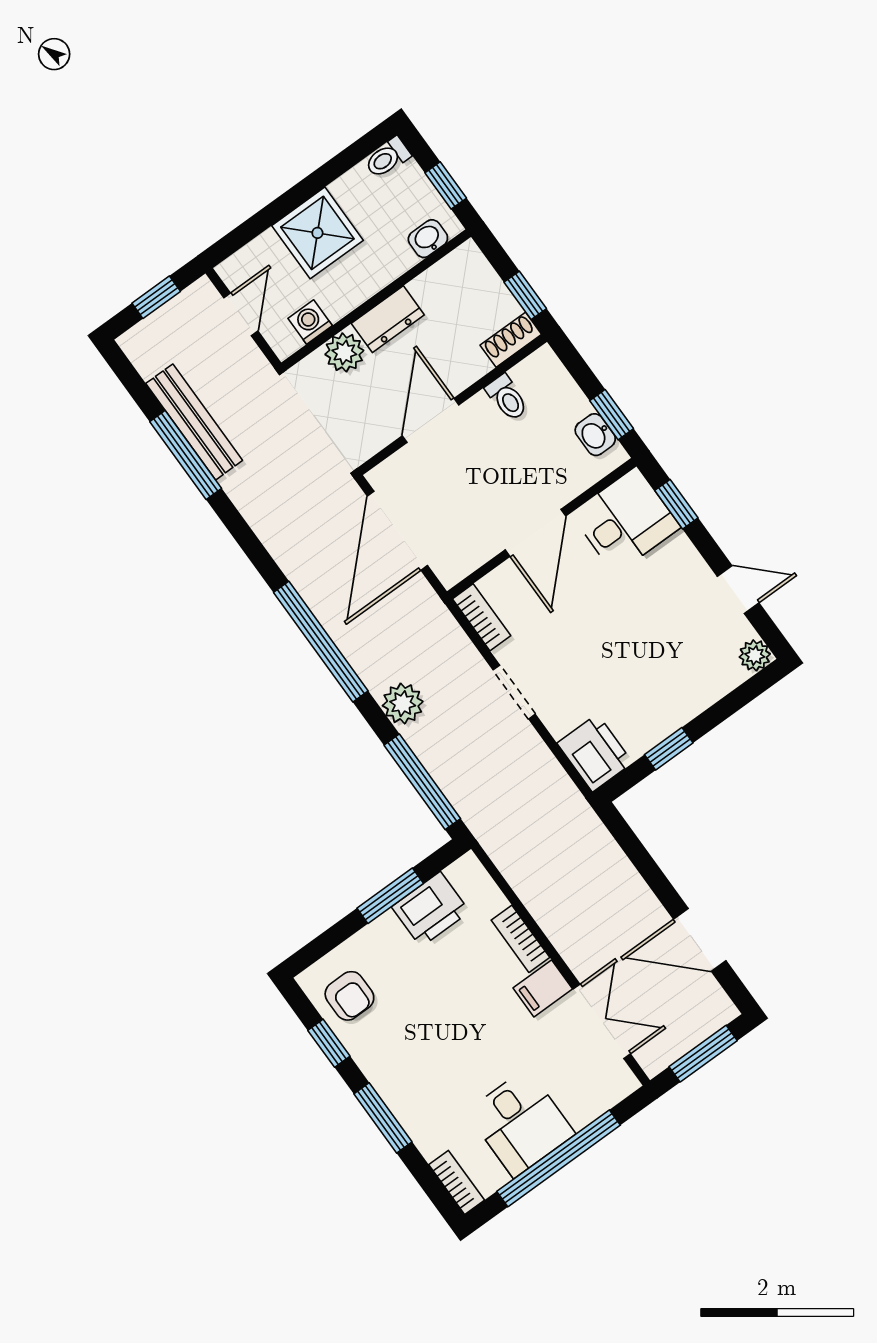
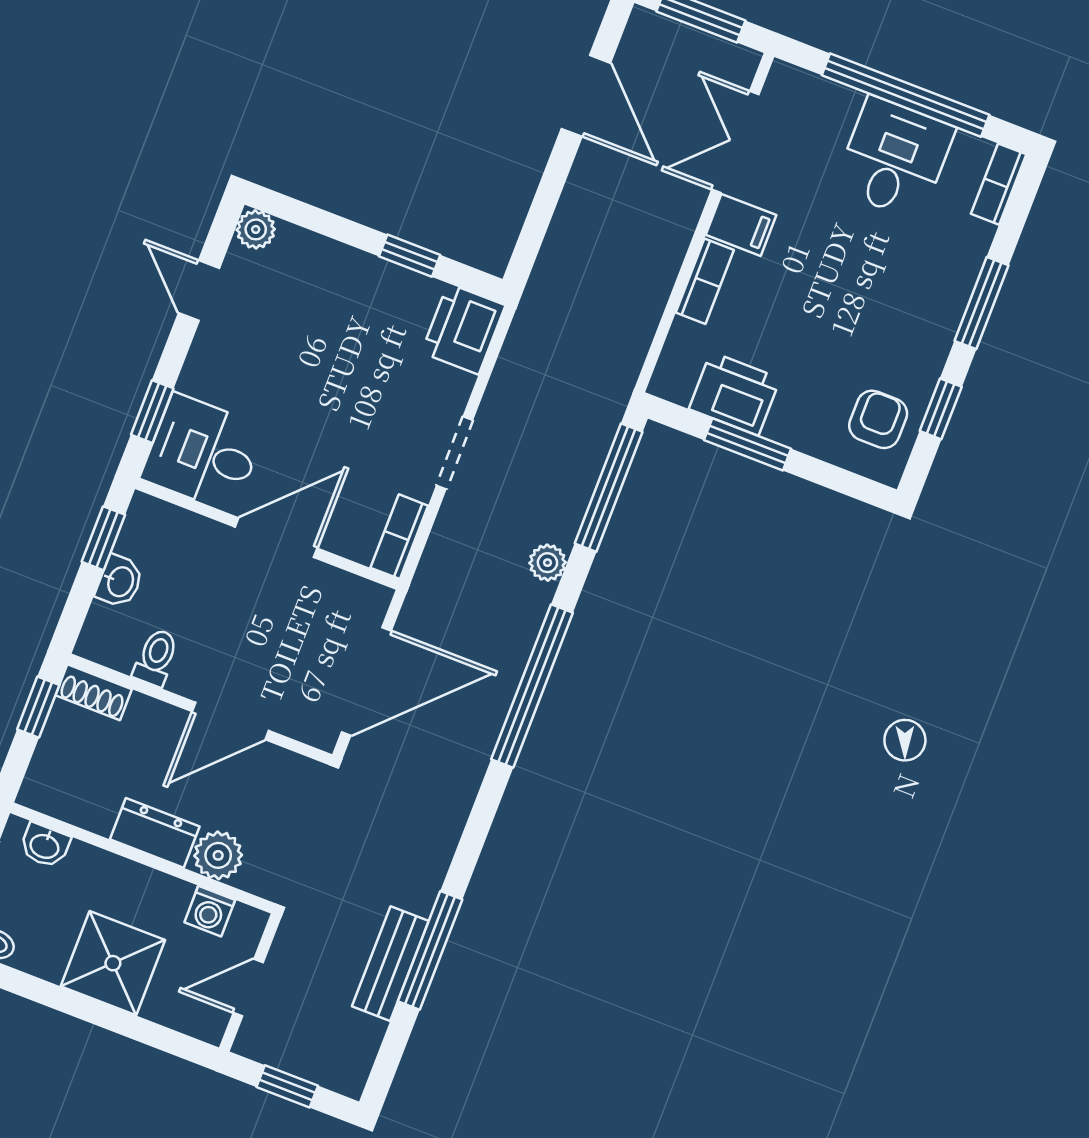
bench: (194, 422) -> (390, 964), width x0.73
washbasin: (595, 435) -> (120, 581), moved
plant: (403, 704) -> (547, 563), width x0.73, depth x0.73

